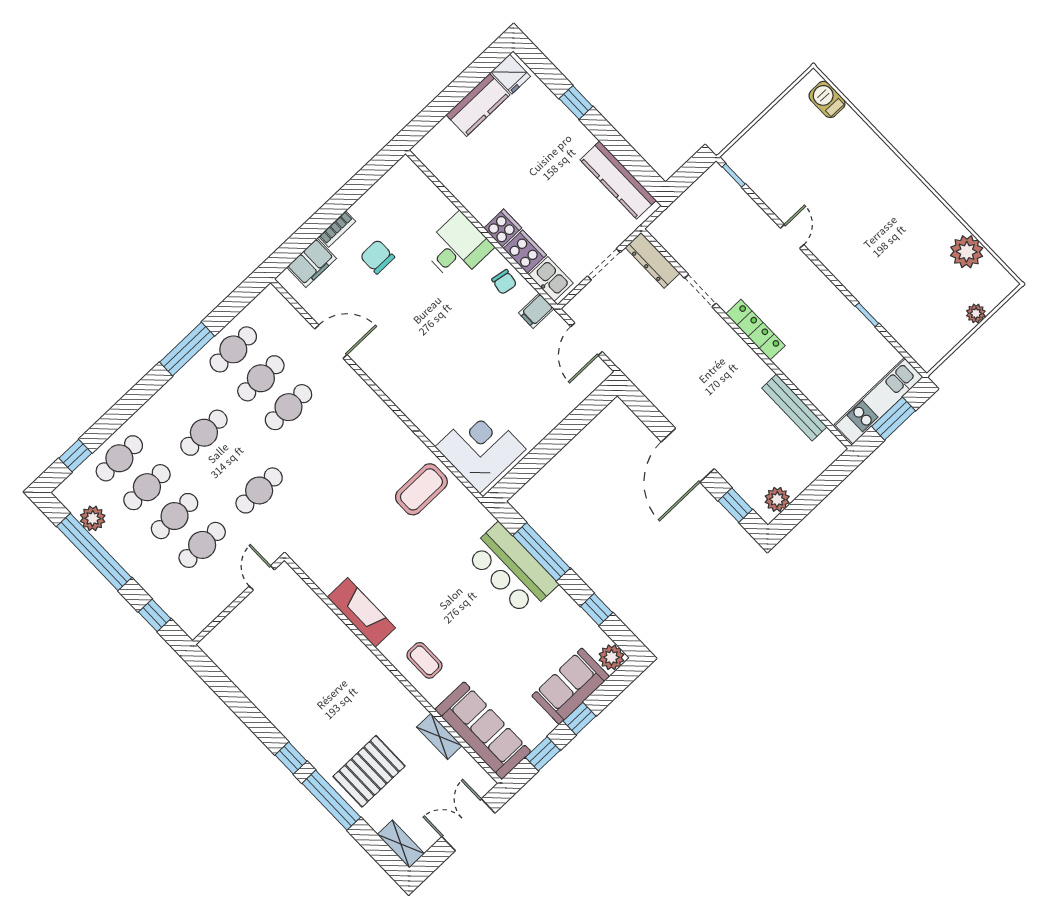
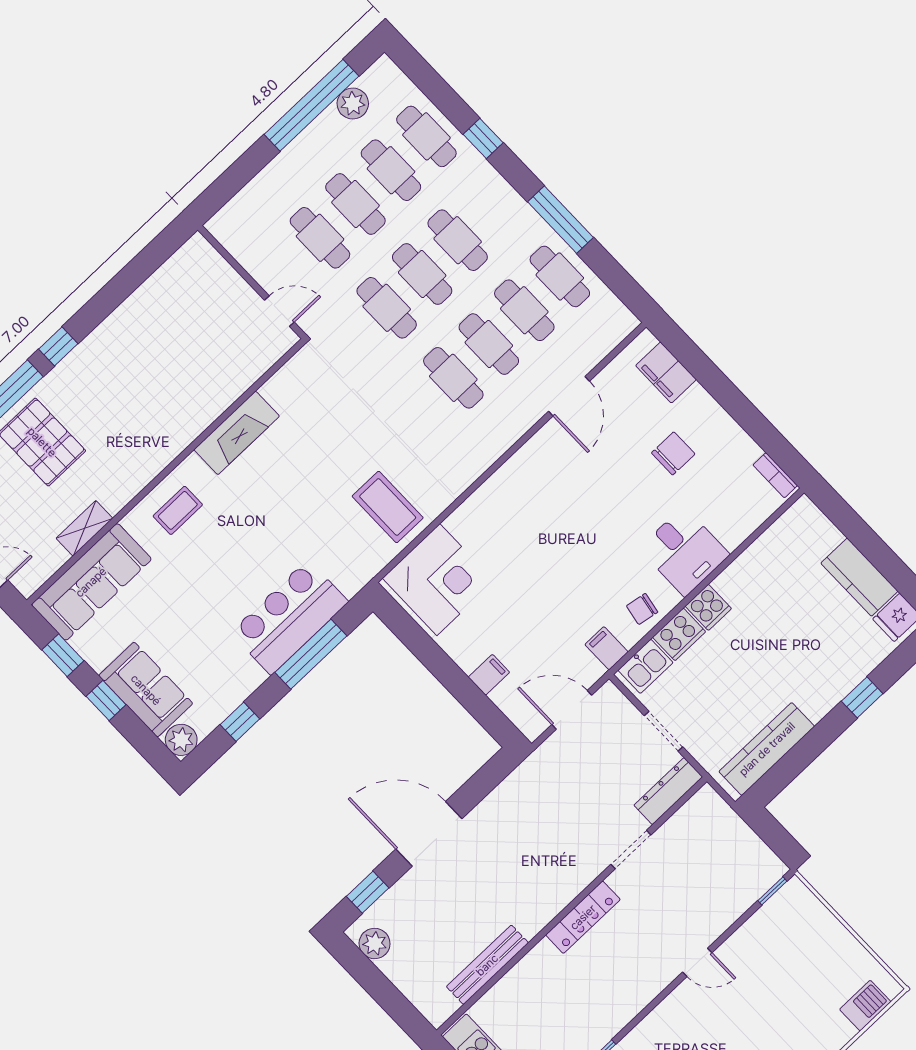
bookcase: (337, 229) -> (775, 475), moved
filing cabinet: (558, 407) -> (489, 675), added
cafe table: (316, 436) -> (453, 378), added
window: (75, 456) -> (483, 138), moved
cafe table: (232, 462) -> (422, 274), added
window: (155, 615) -> (234, 179), removed

